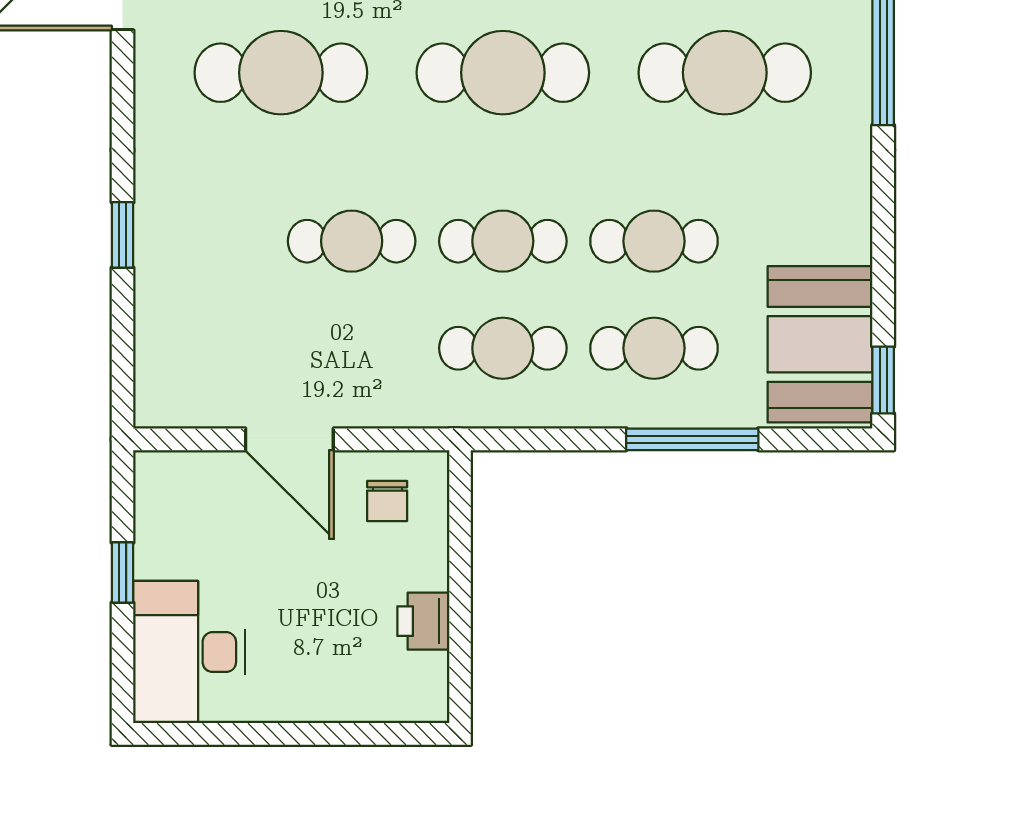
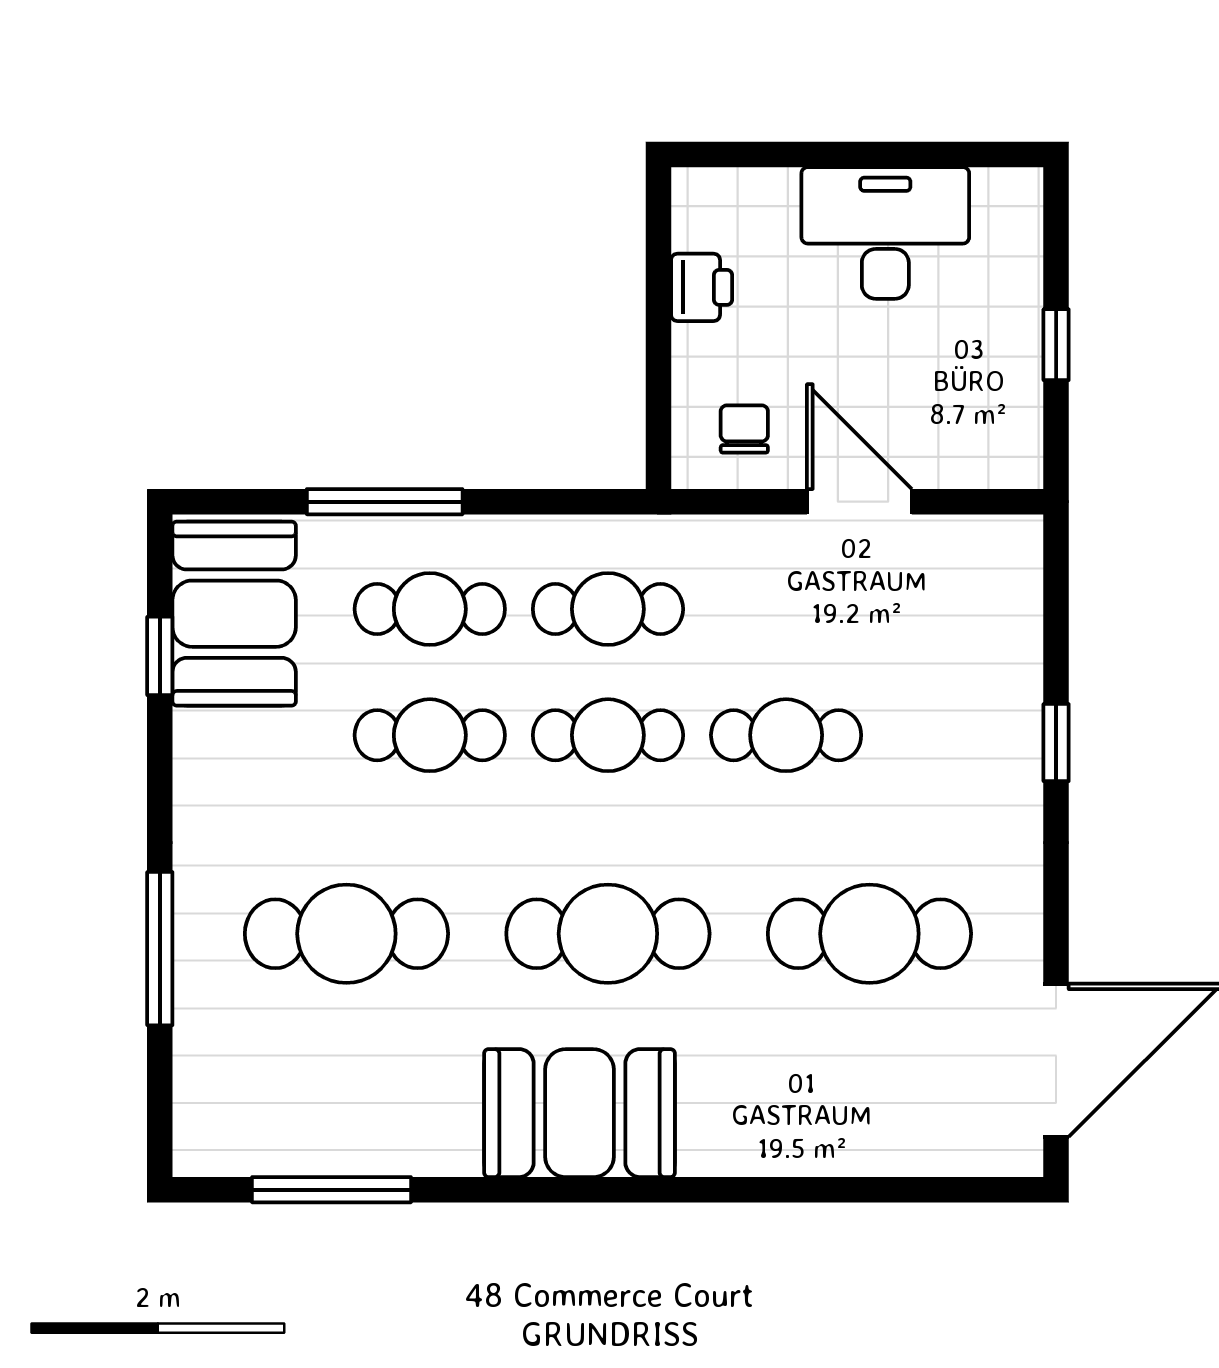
window: (883, 380) -> (160, 656), moved
desk: (189, 652) -> (885, 233), moved, turned -90

